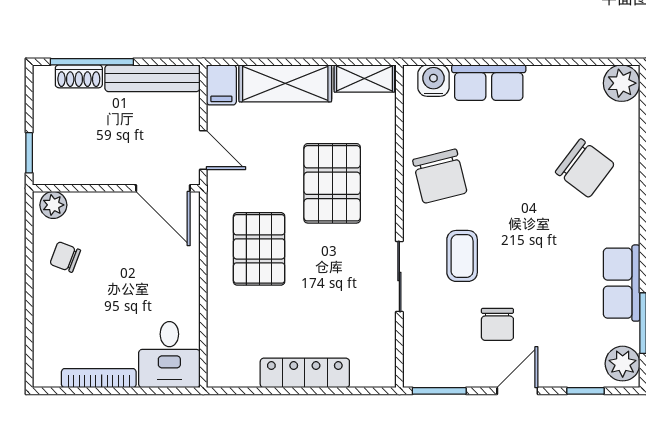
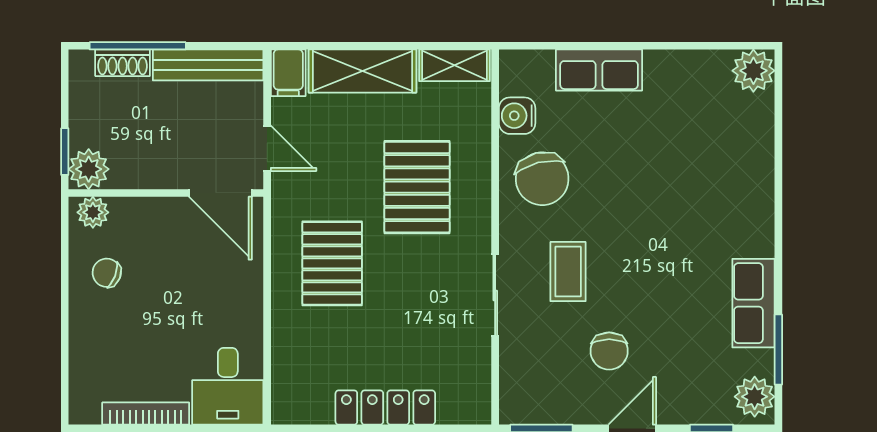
water cooler: (433, 81) -> (517, 116), moved, turned -90
plant: (50, 168) -> (89, 169), added
chair: (585, 168) -> (711, 169), removed

